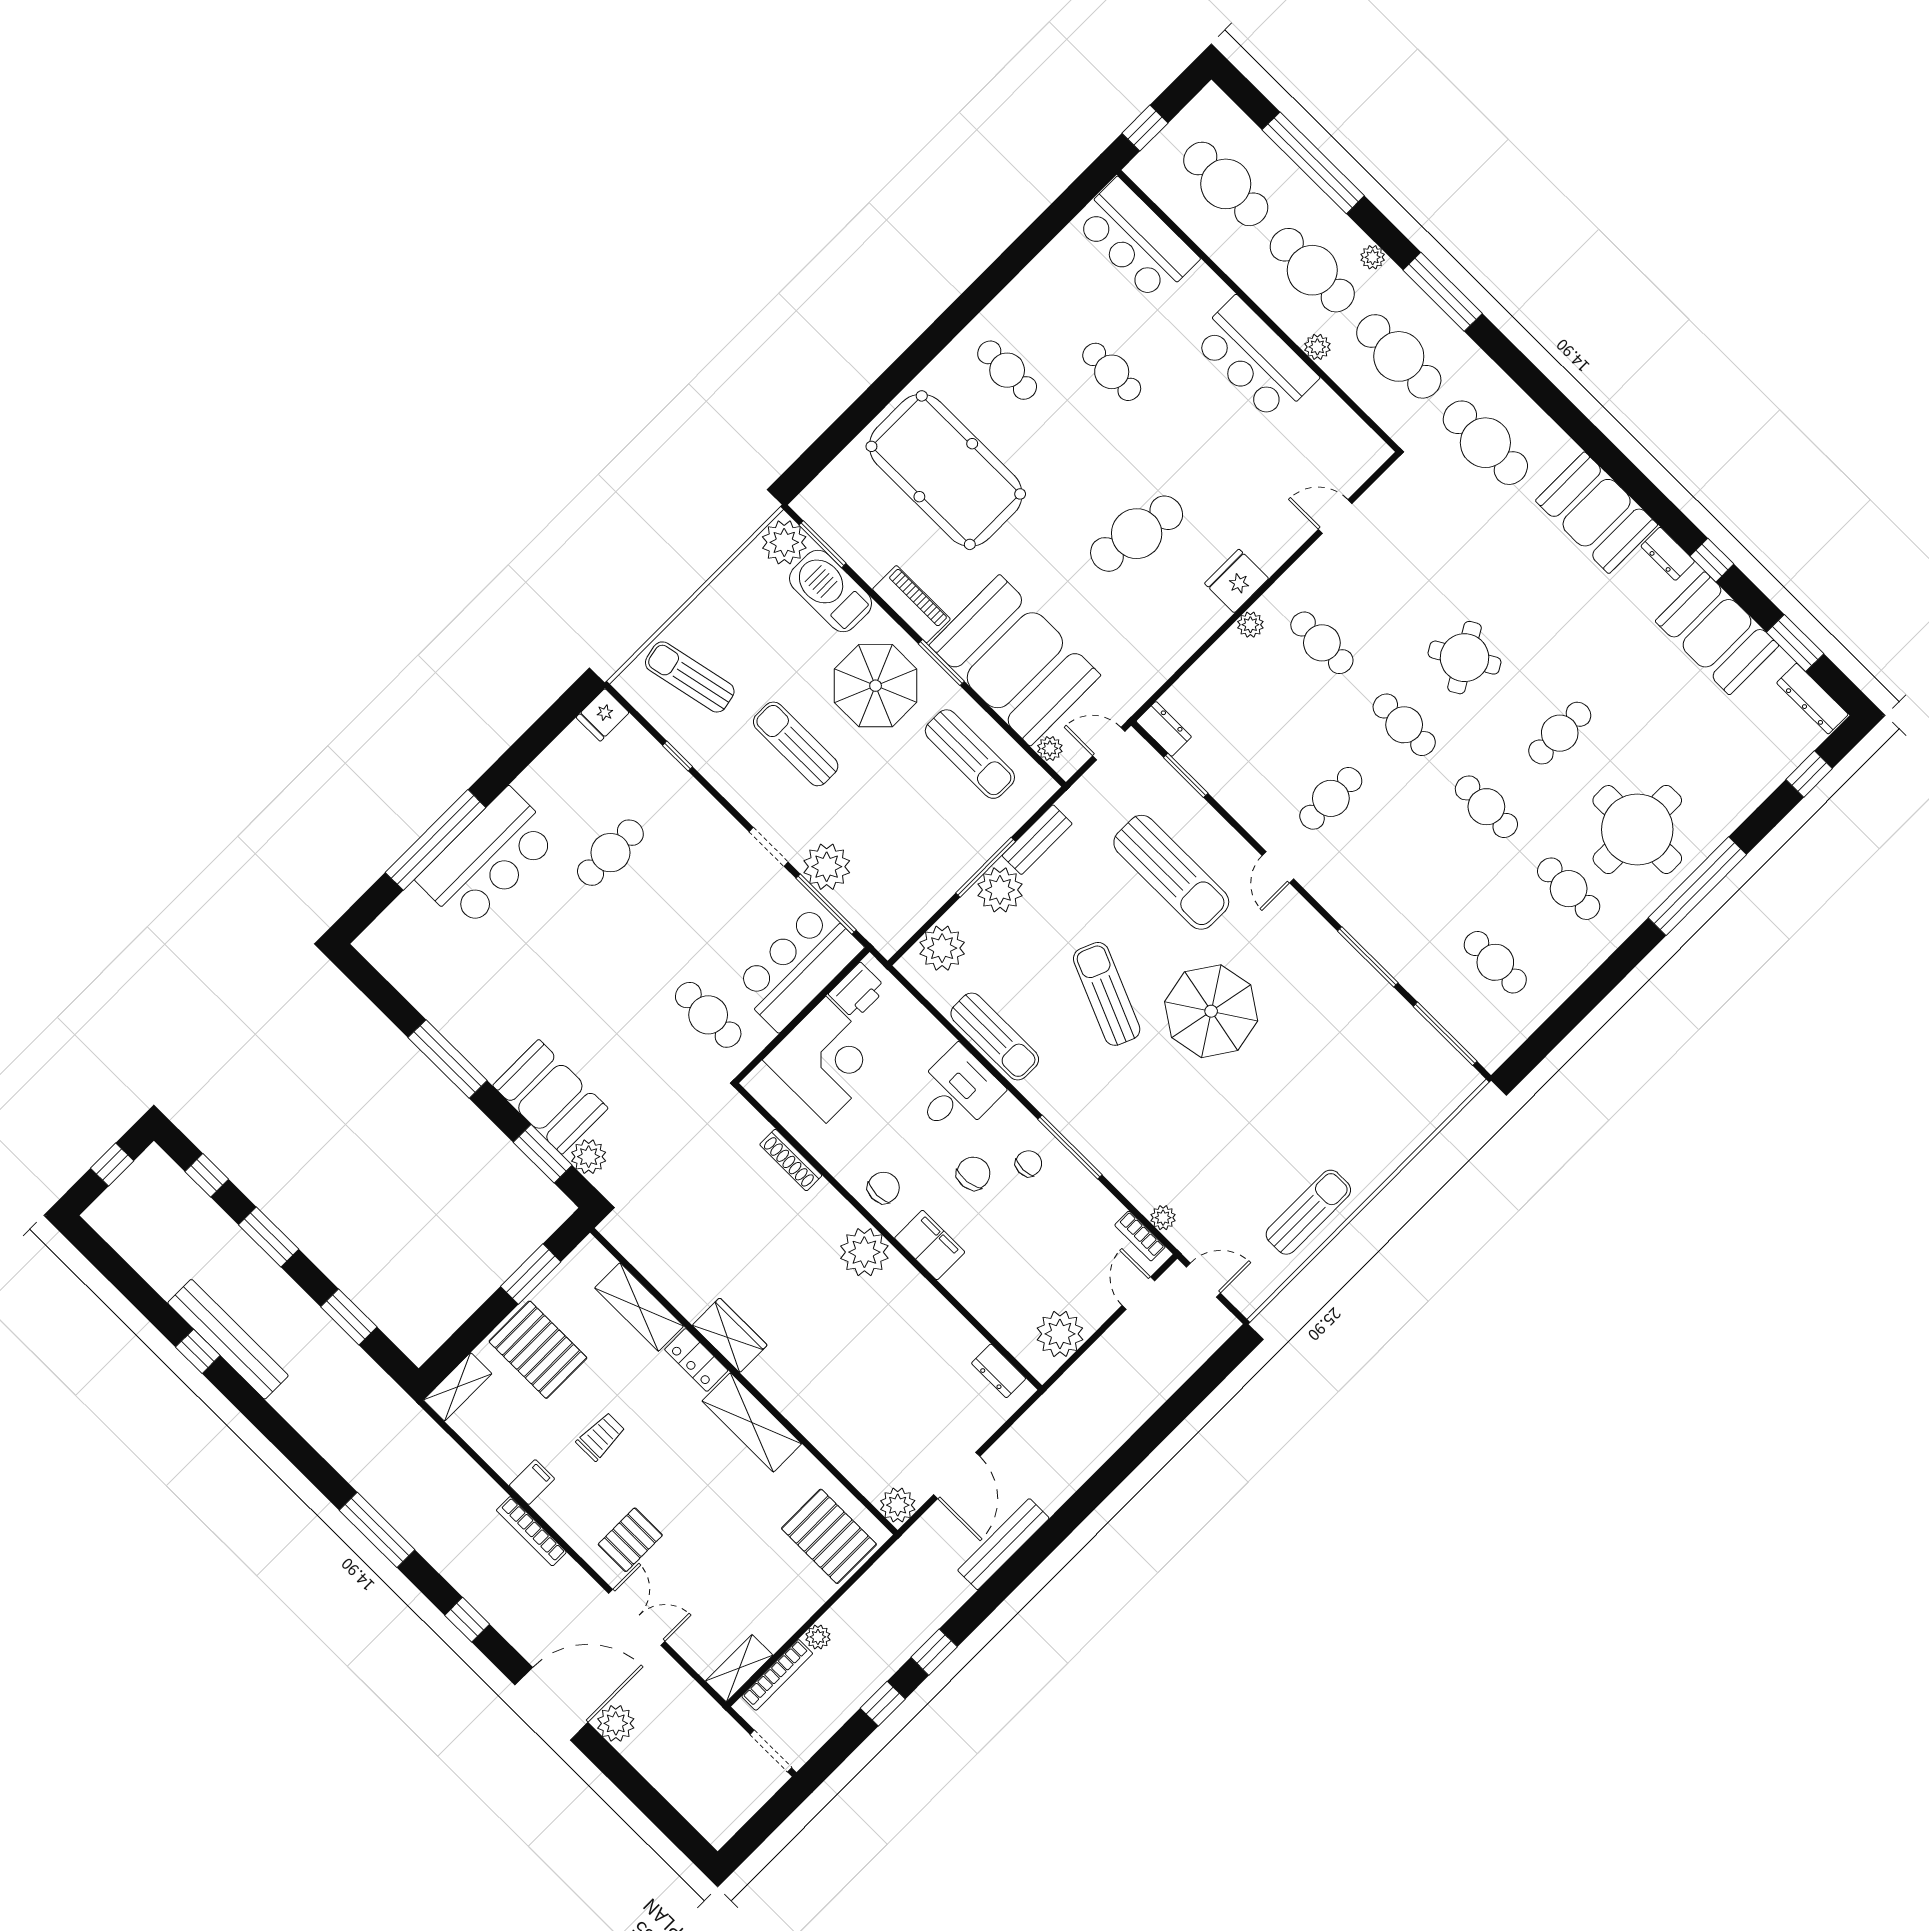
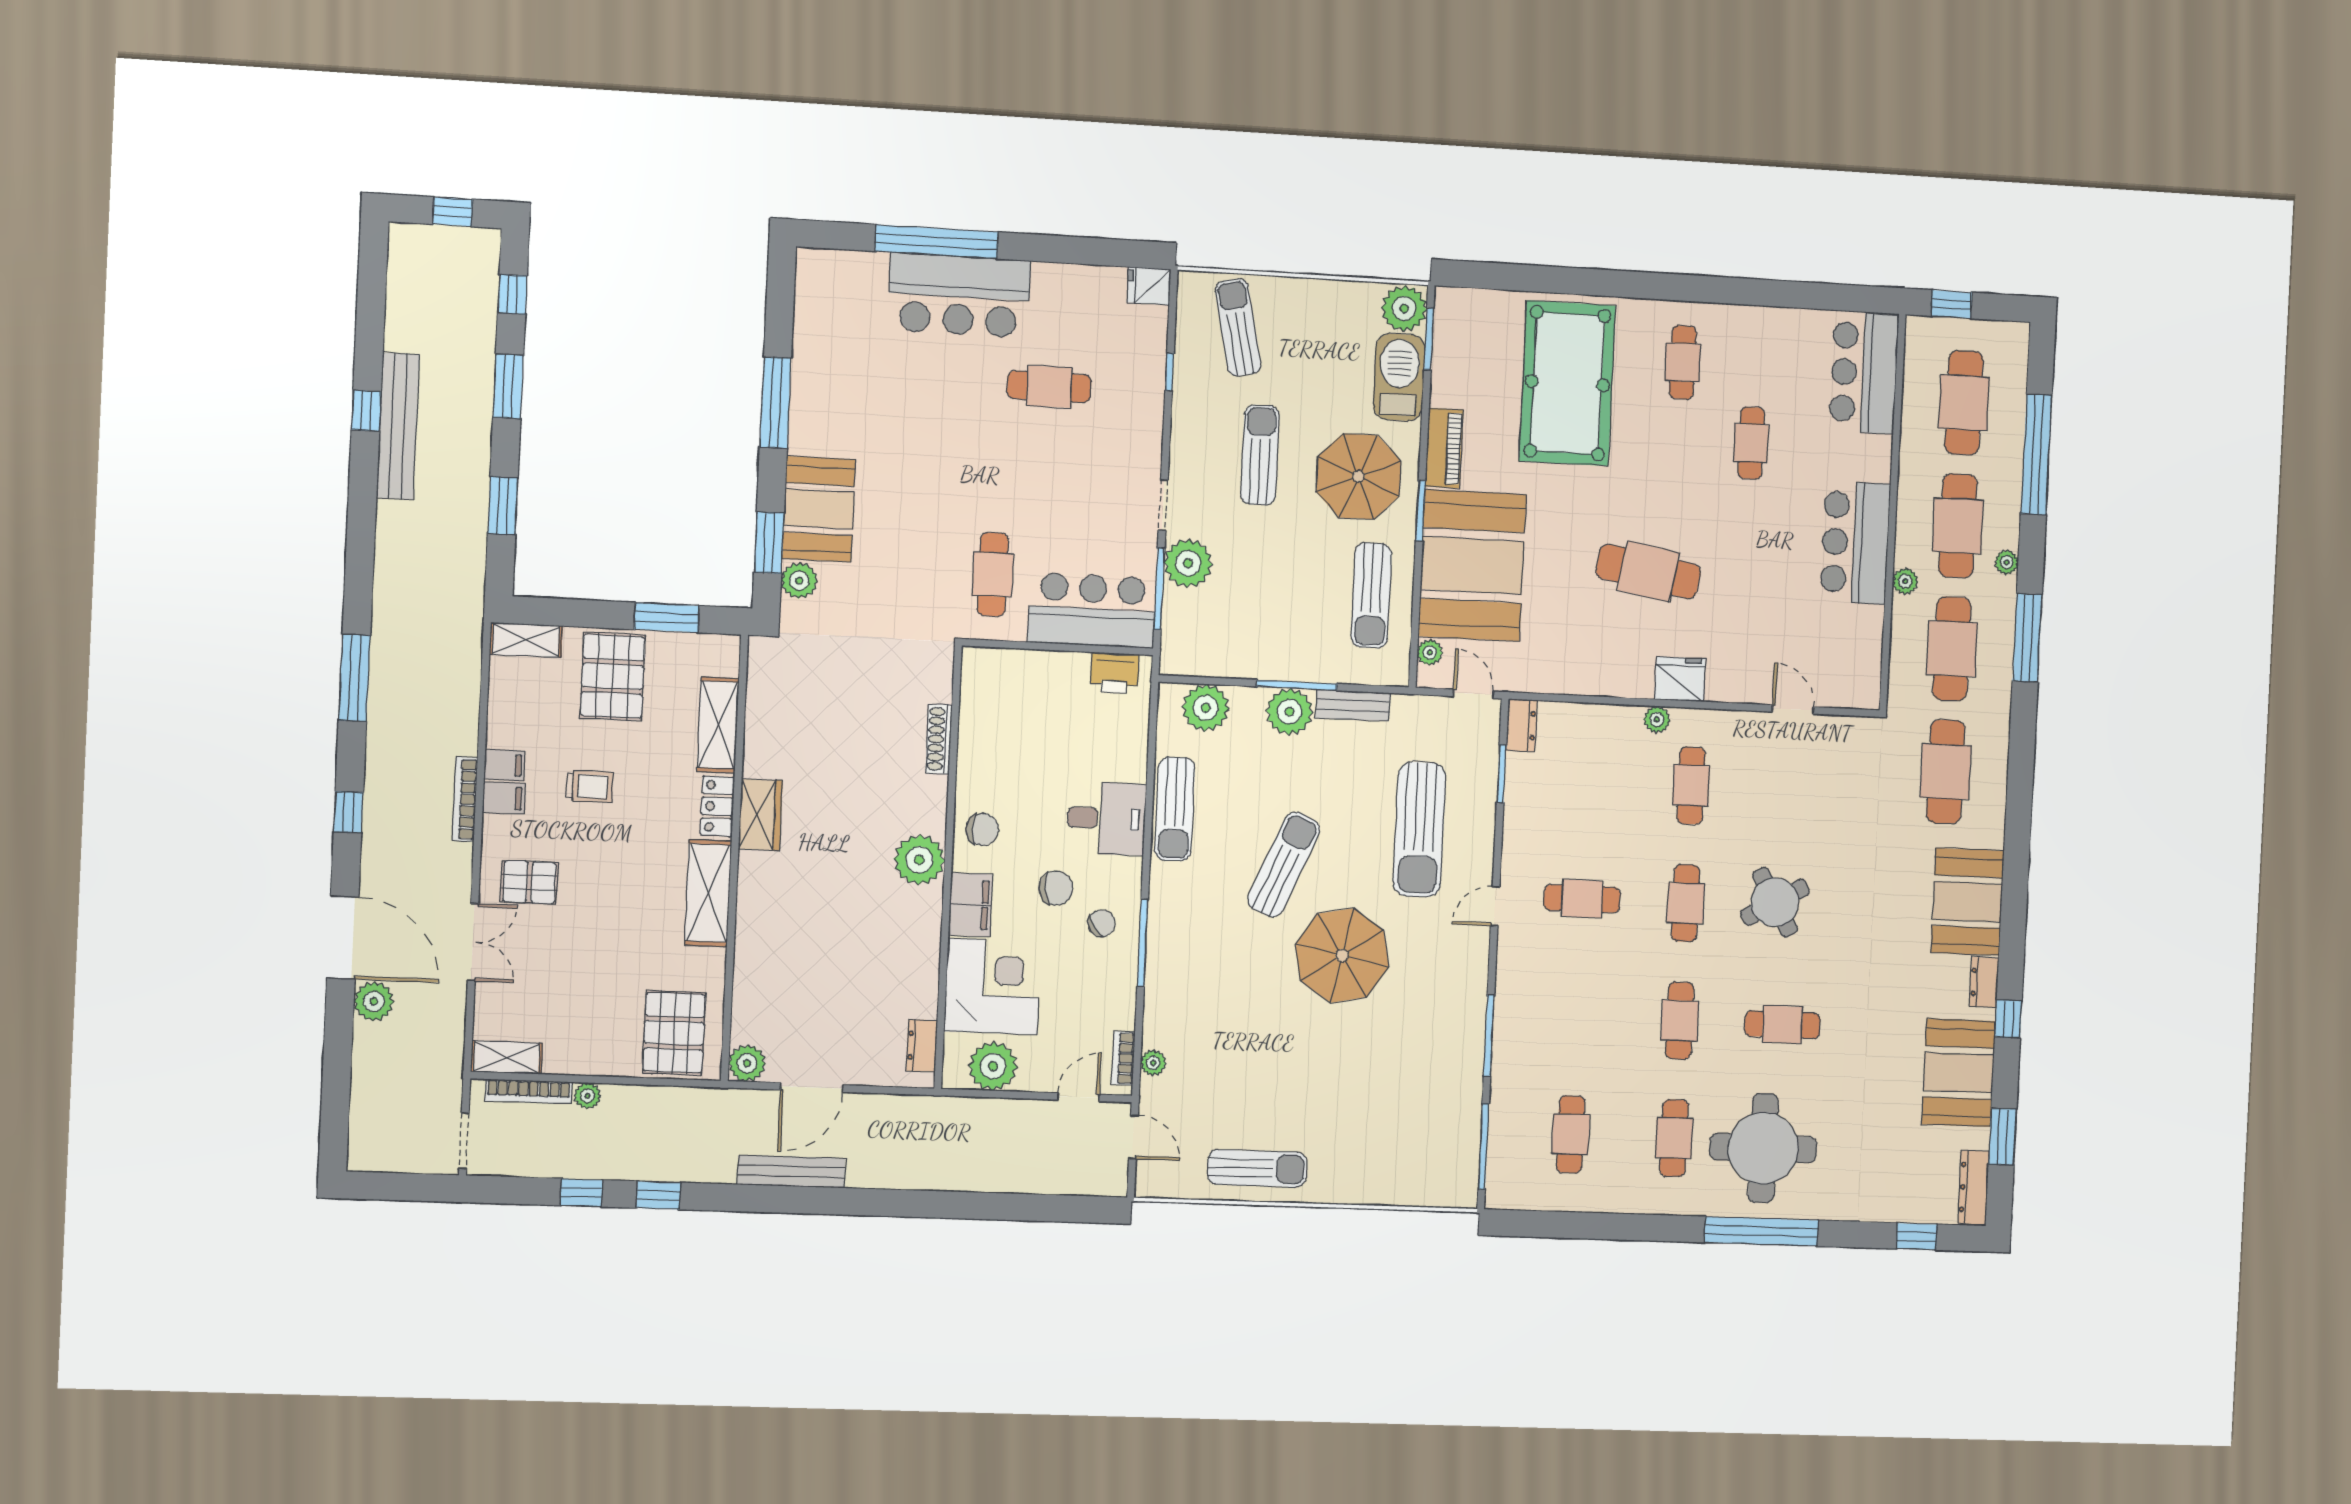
corner desk: (826, 1060) -> (993, 986), moved, turned -90
chair: (1029, 1164) -> (1102, 923), turned -34
filing cabinet: (555, 1503) -> (504, 798), added

